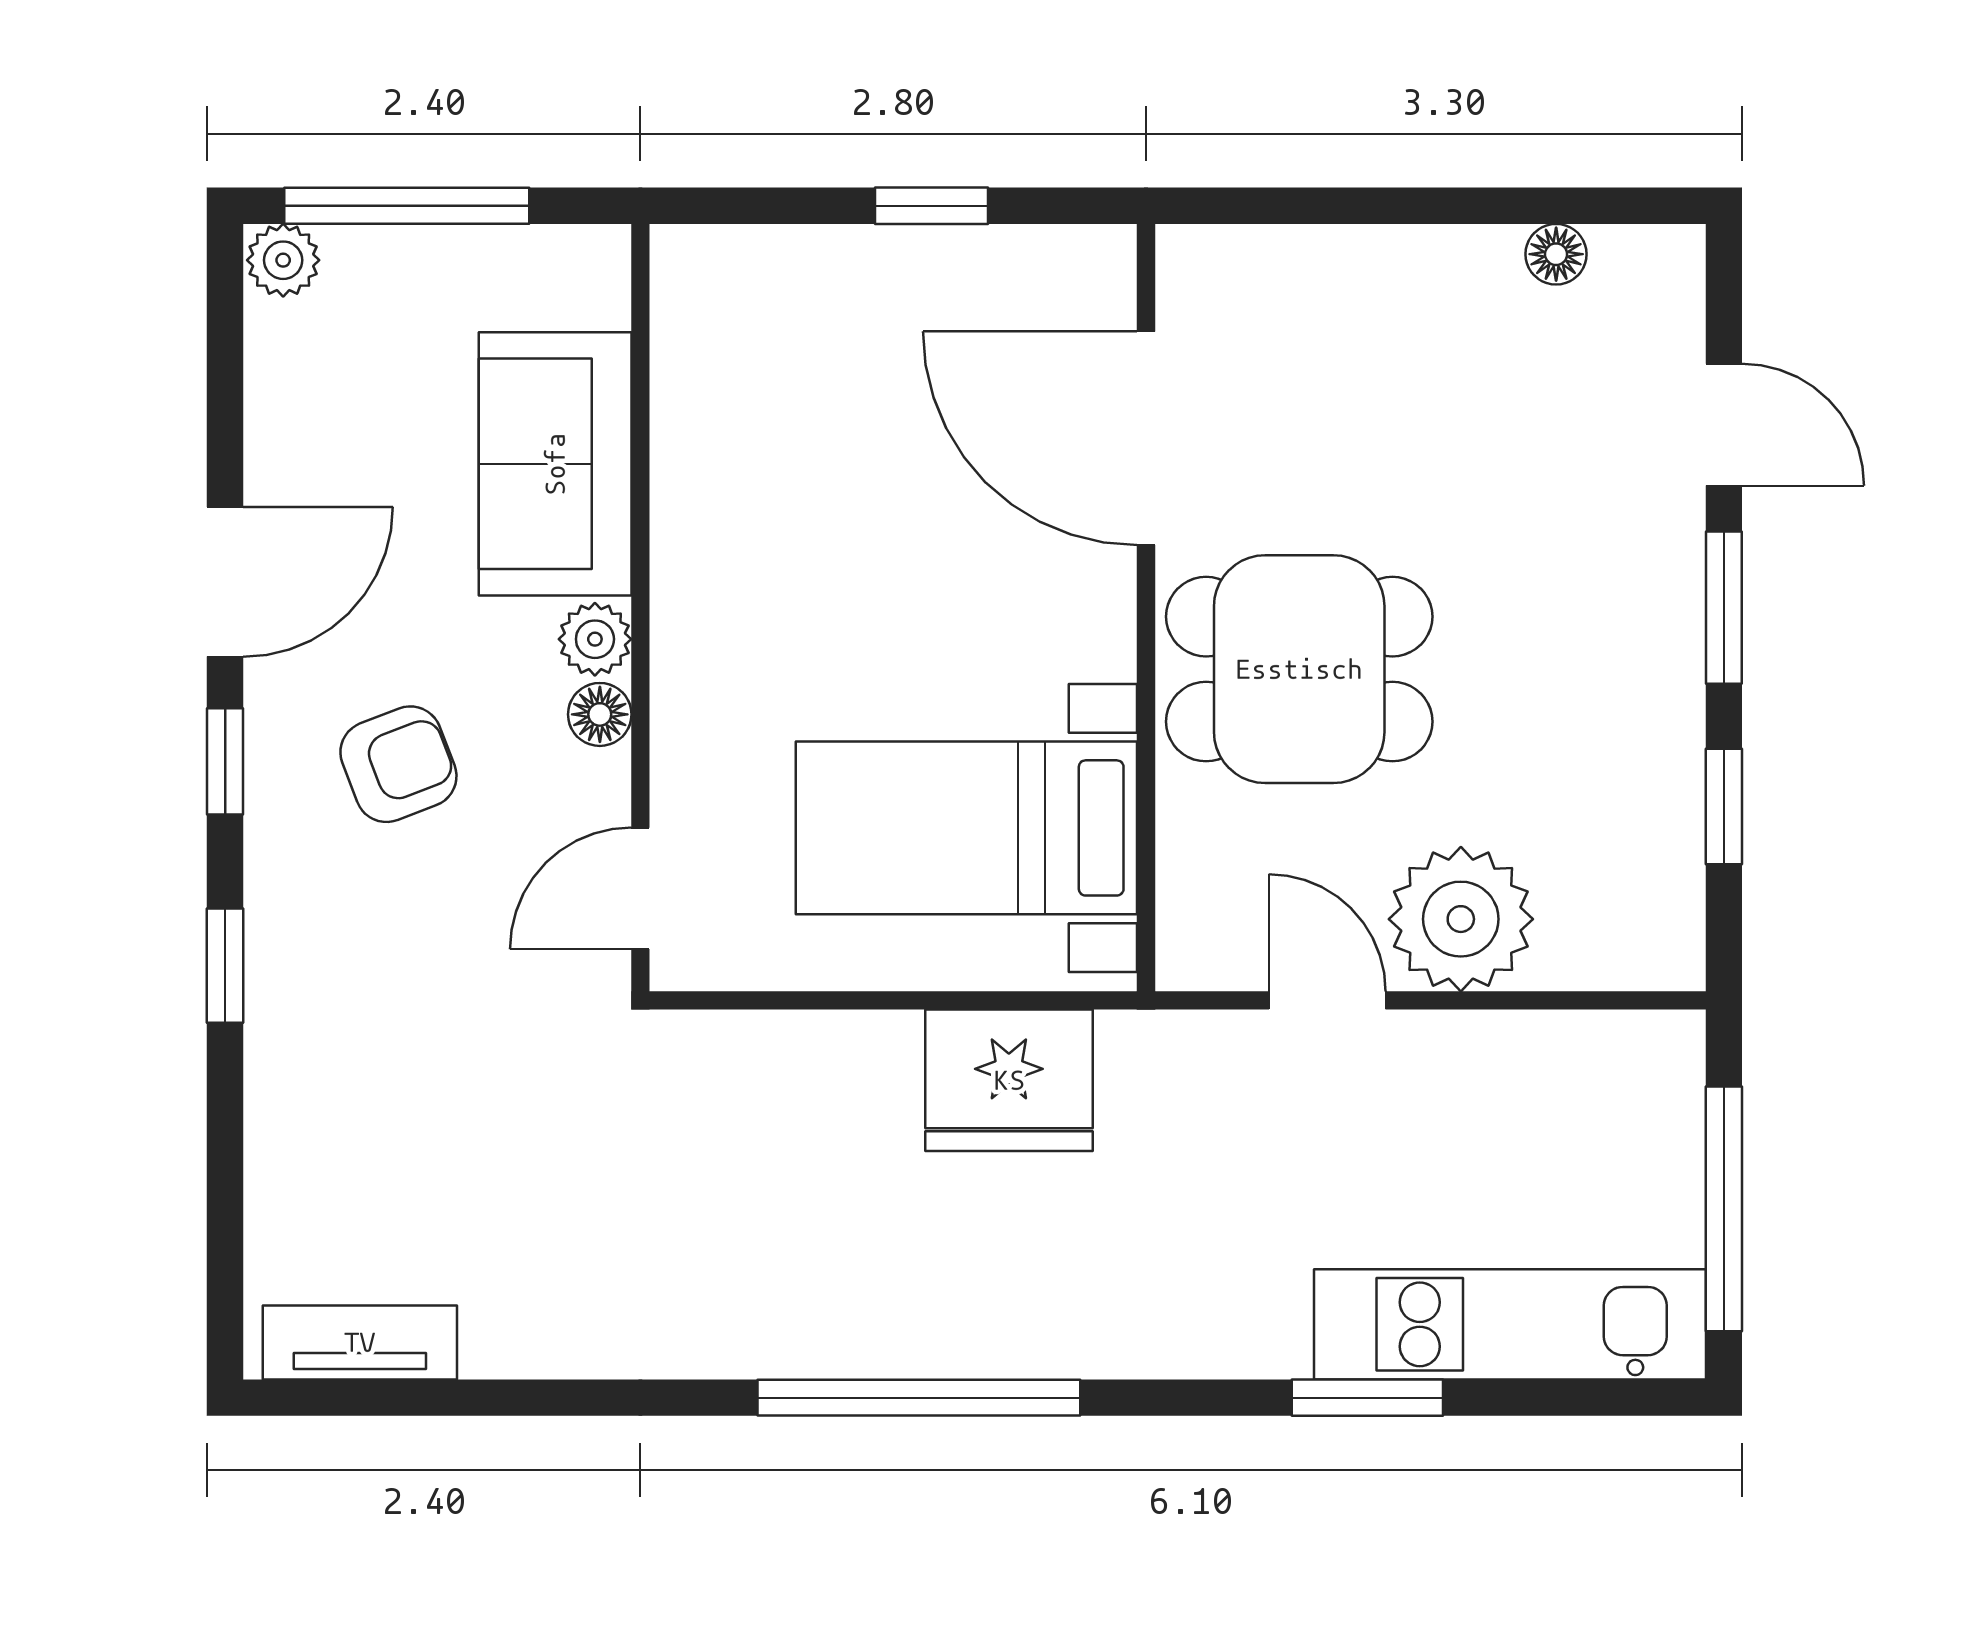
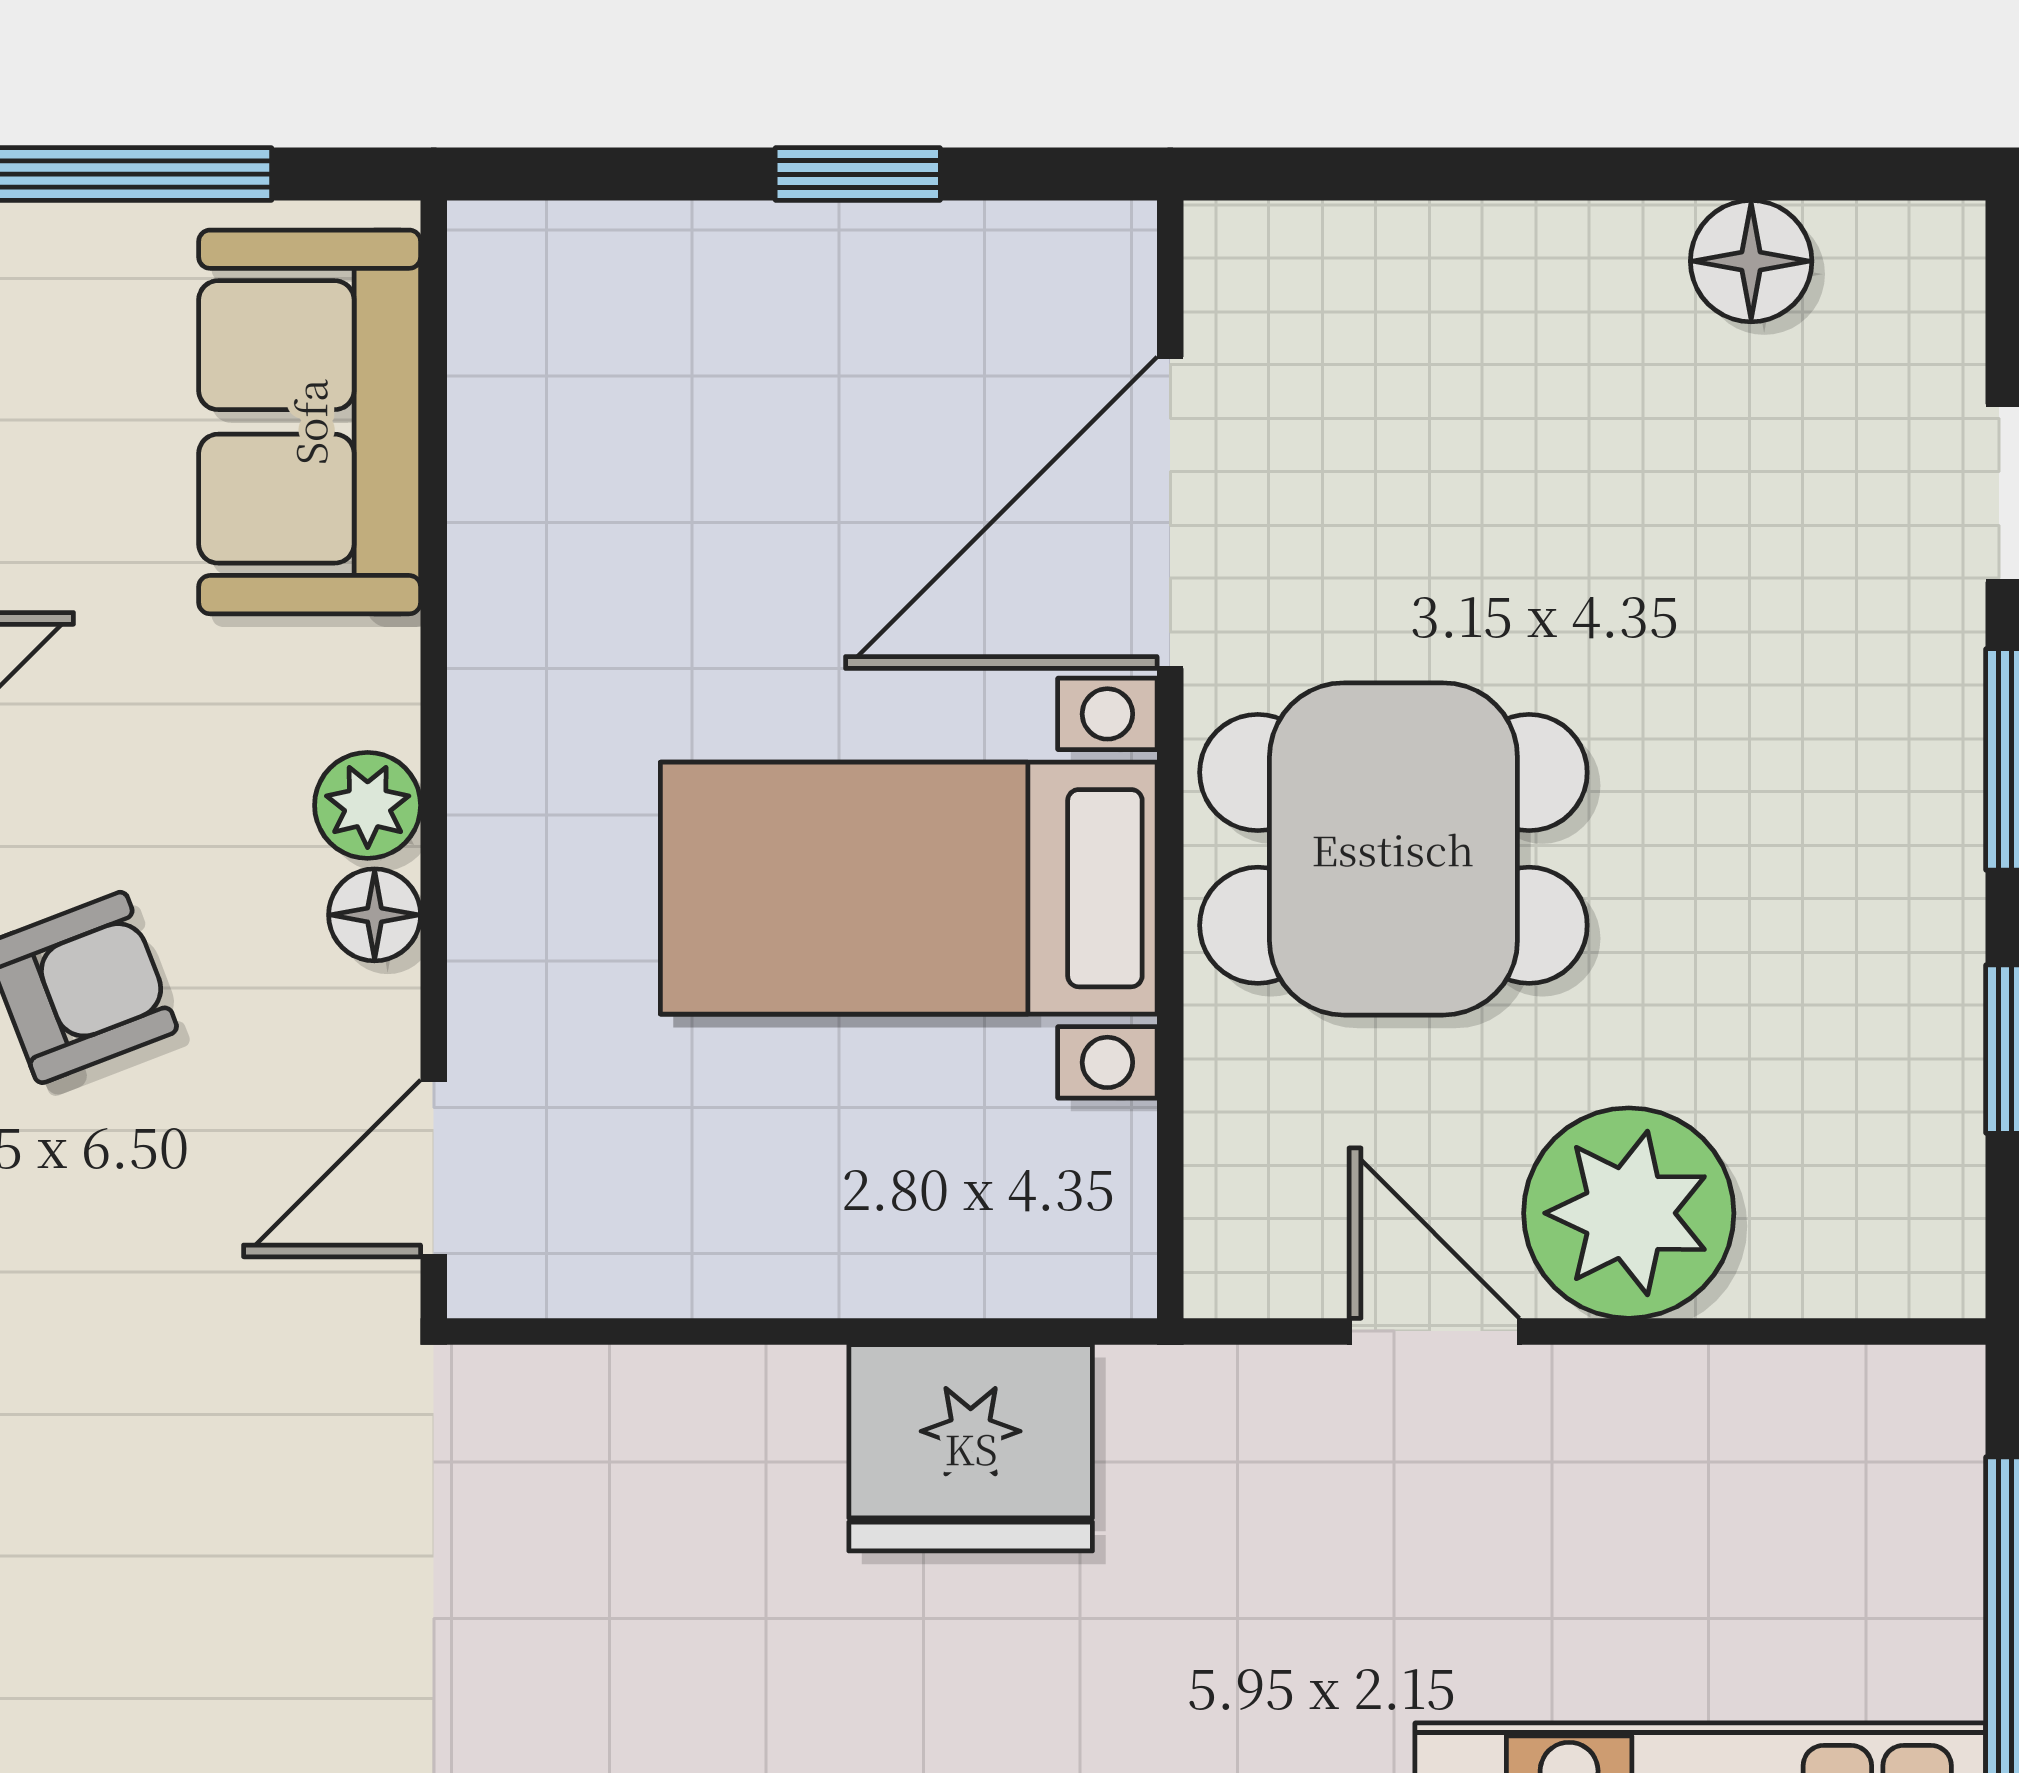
floor lamp: (1556, 254) -> (1751, 261), width x1.37, depth x1.37
door: (1146, 438) -> (1170, 513), hinge flipped
sofa: (555, 464) -> (310, 422), moved
bed with nightstands: (966, 828) -> (909, 888), moved

